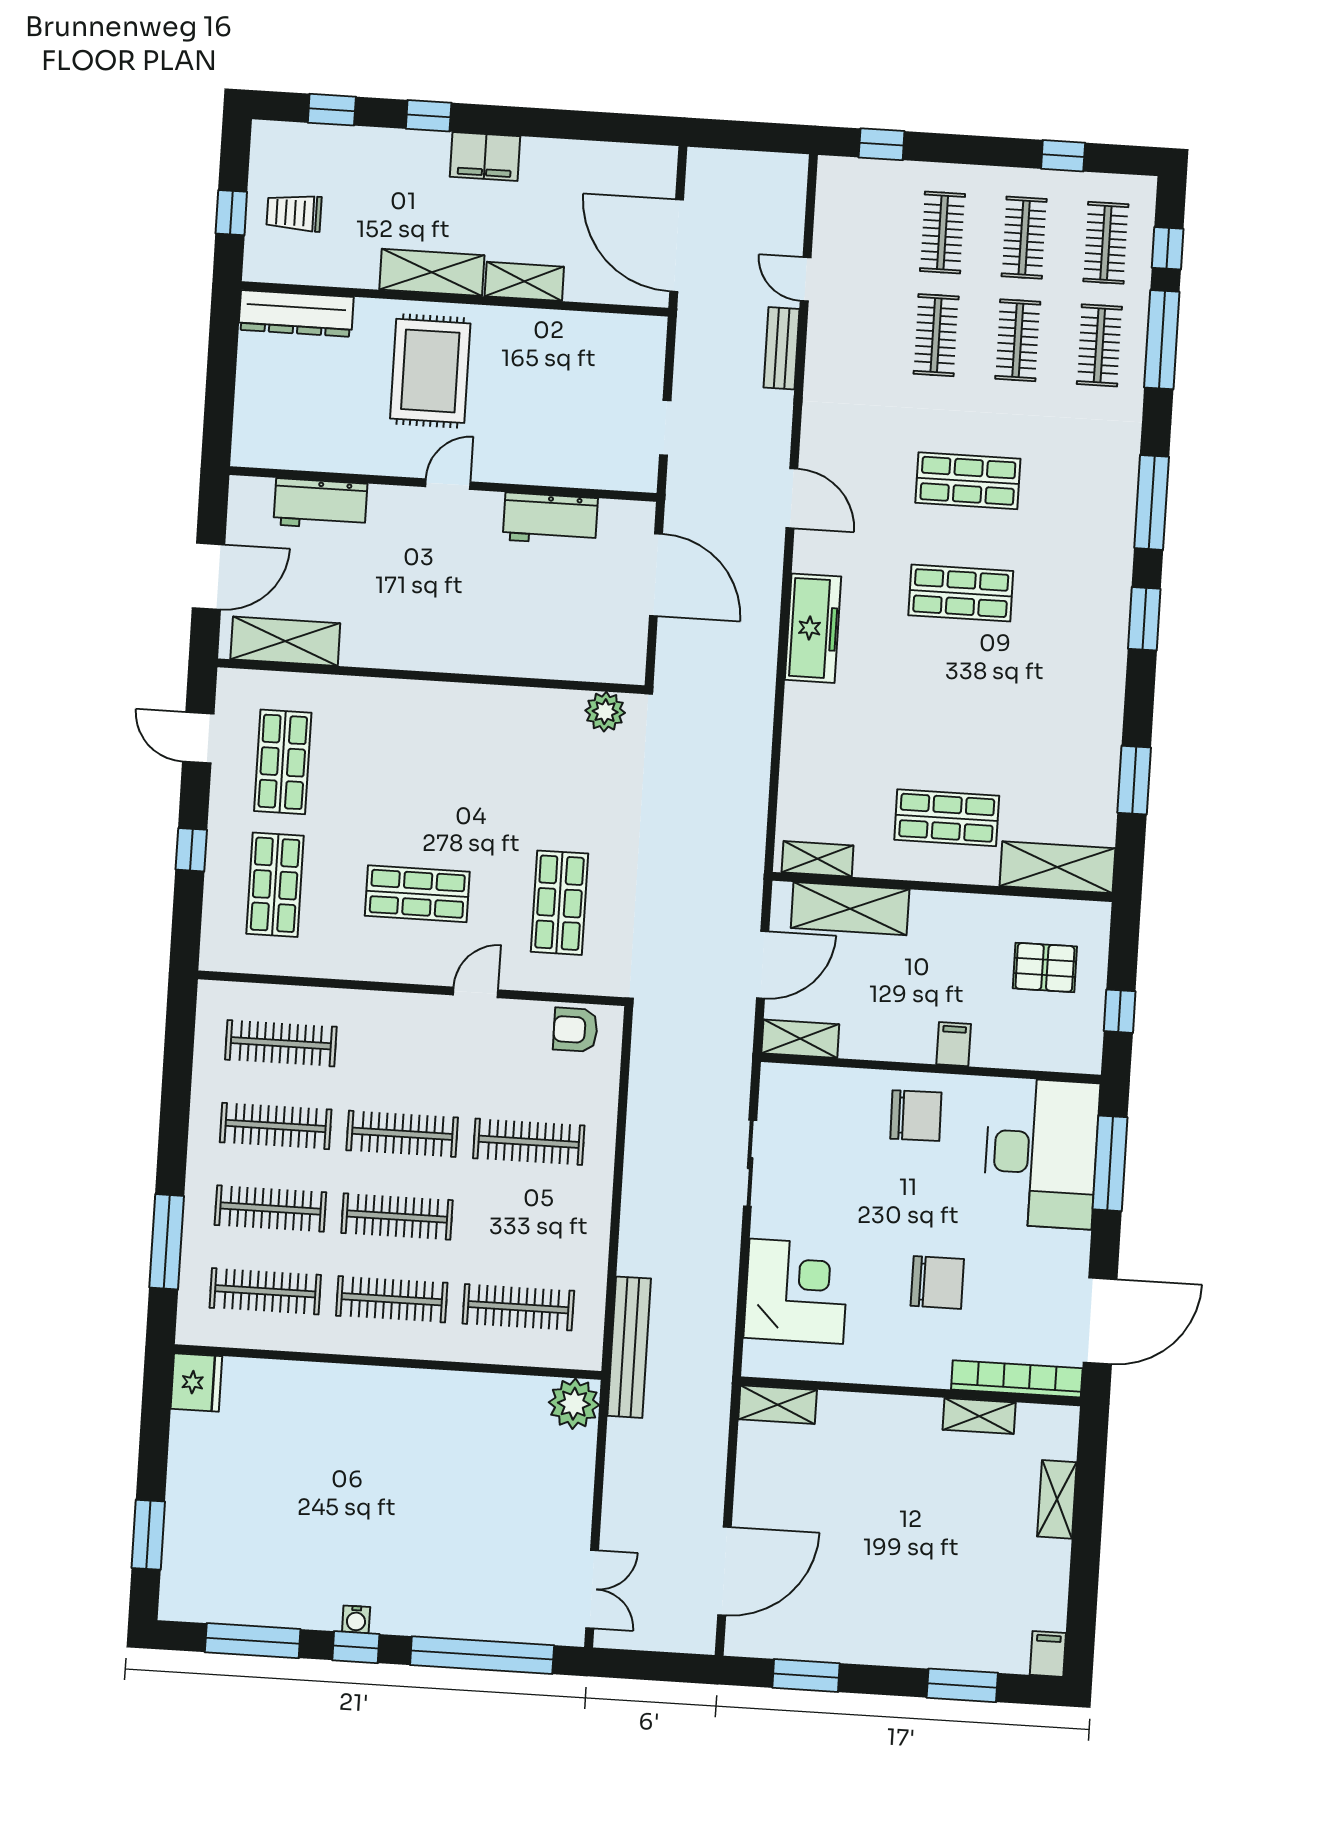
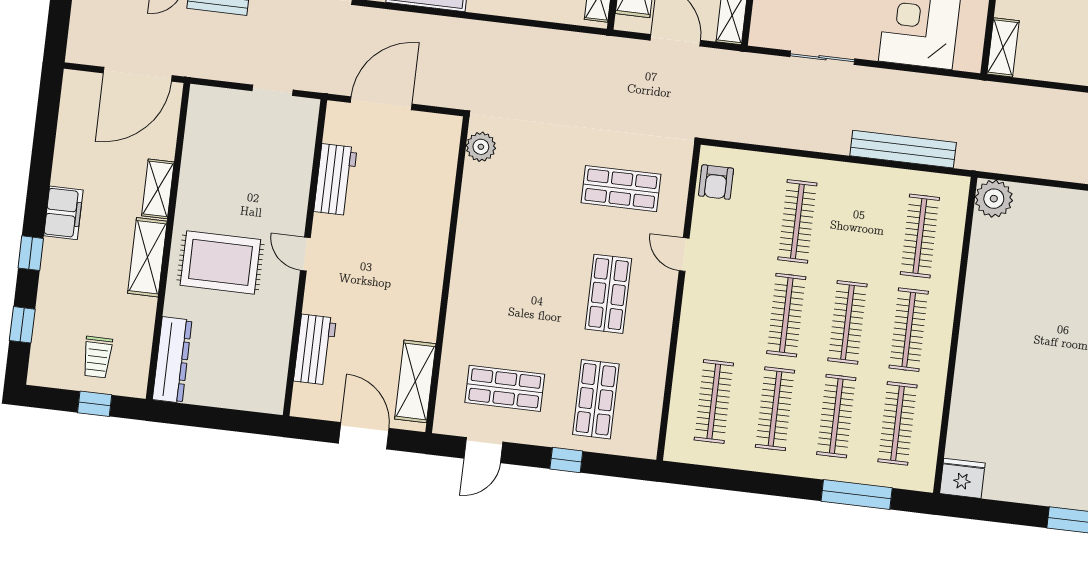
shop shelf: (275, 885) -> (596, 399), turned 90
bench: (629, 1347) -> (903, 149), moved

